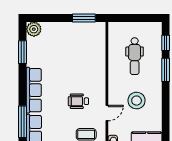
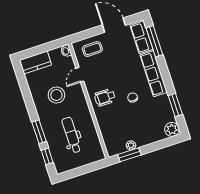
plant: (79, 27) -> (131, 145), added
chair: (62, 73) -> (133, 97), added
wheelchair: (78, 101) -> (105, 97), moved, turned 180

